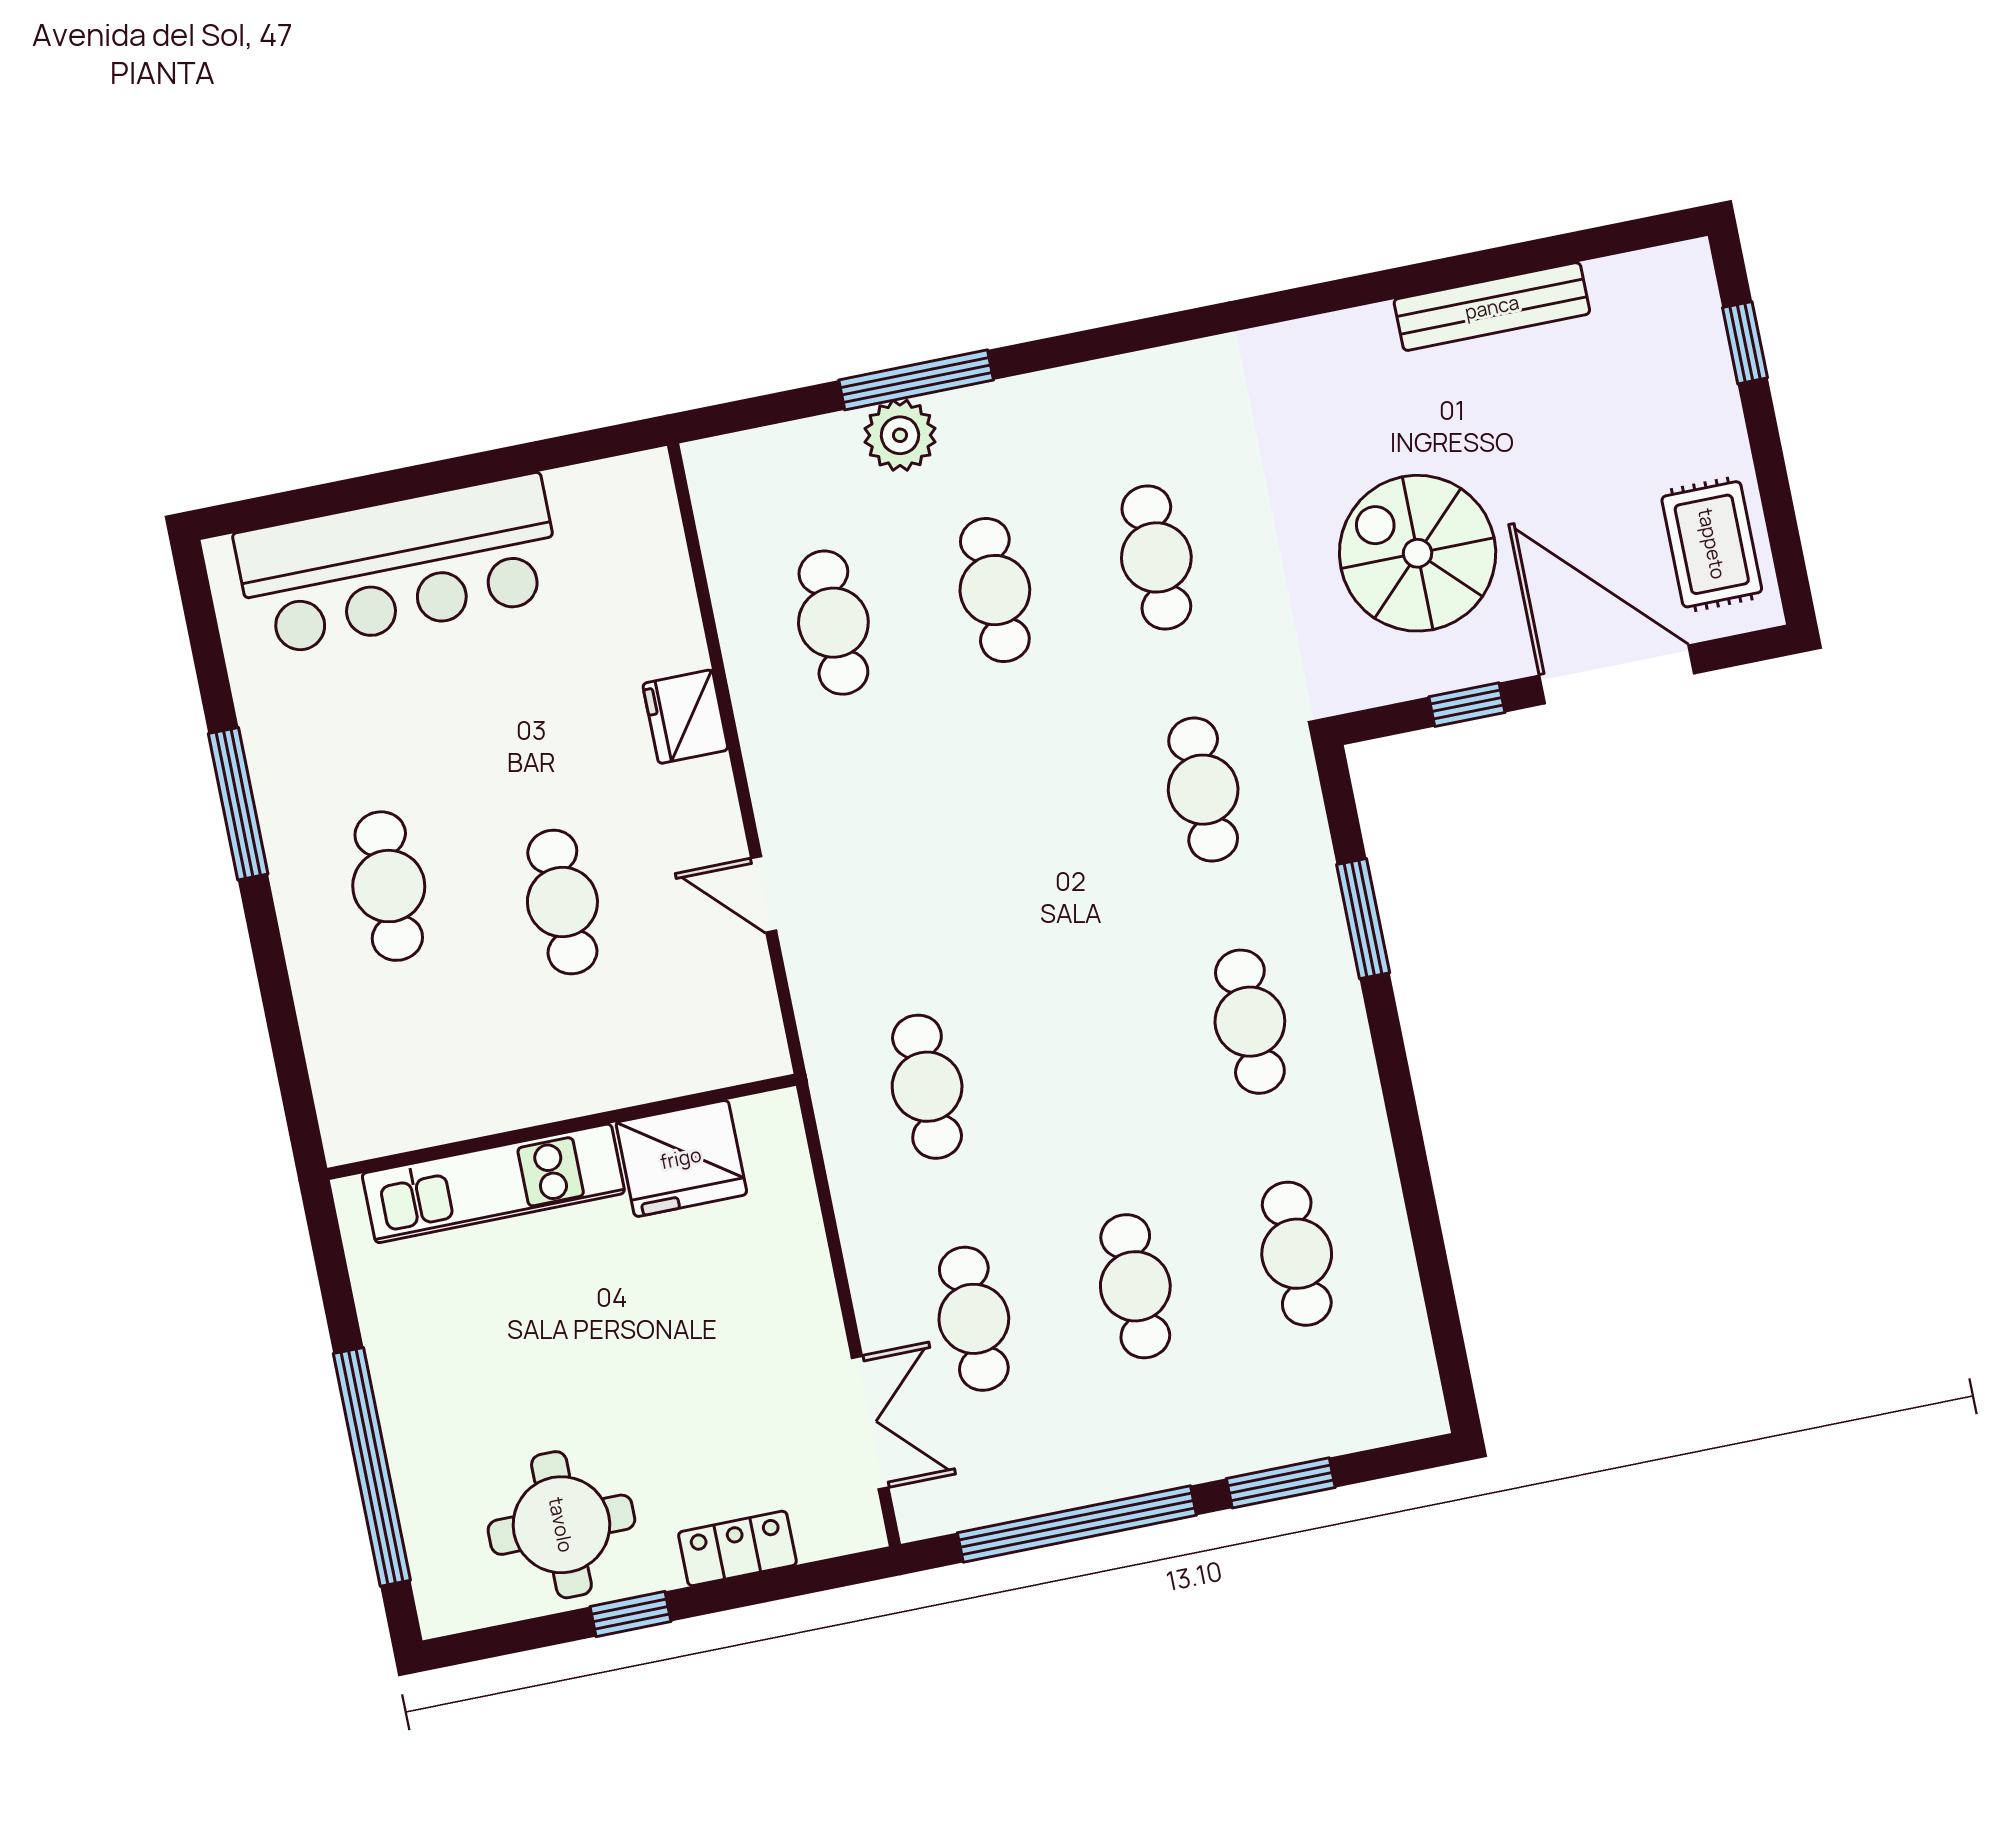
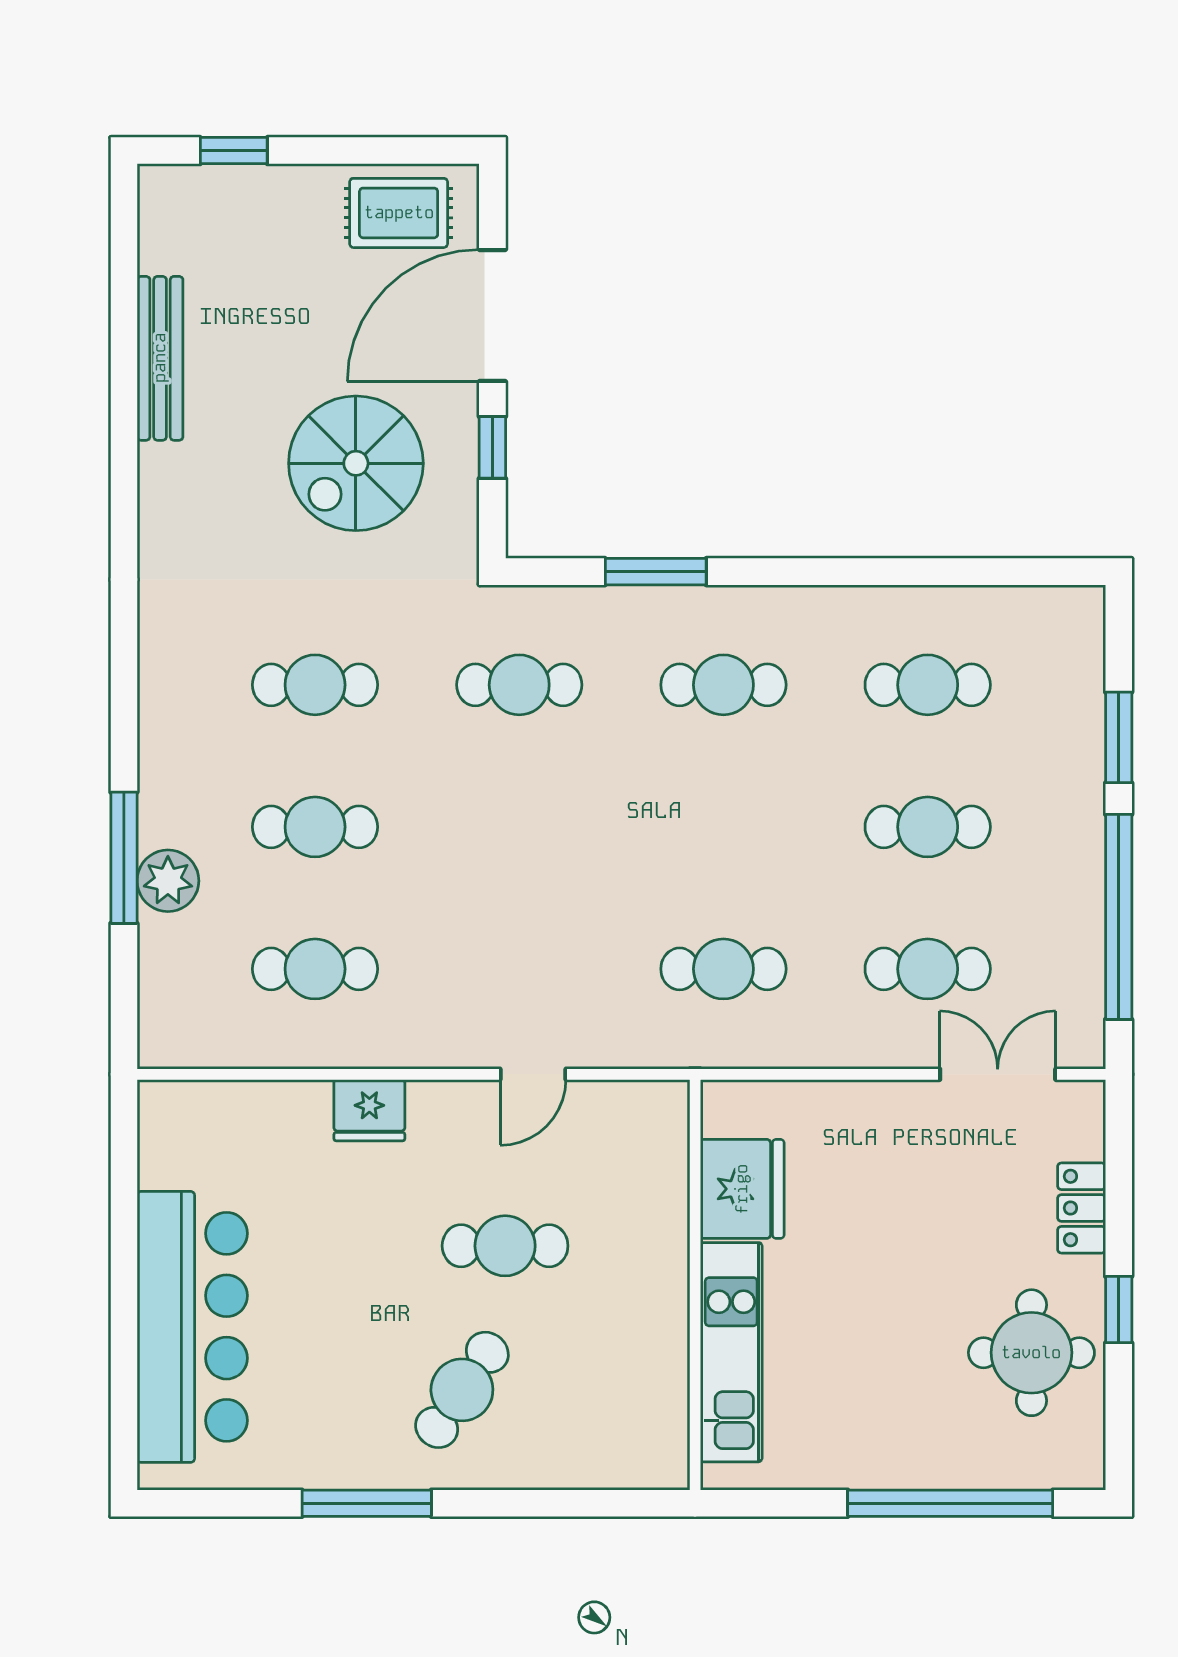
cafe table: (389, 886) -> (462, 1390), turned -58

